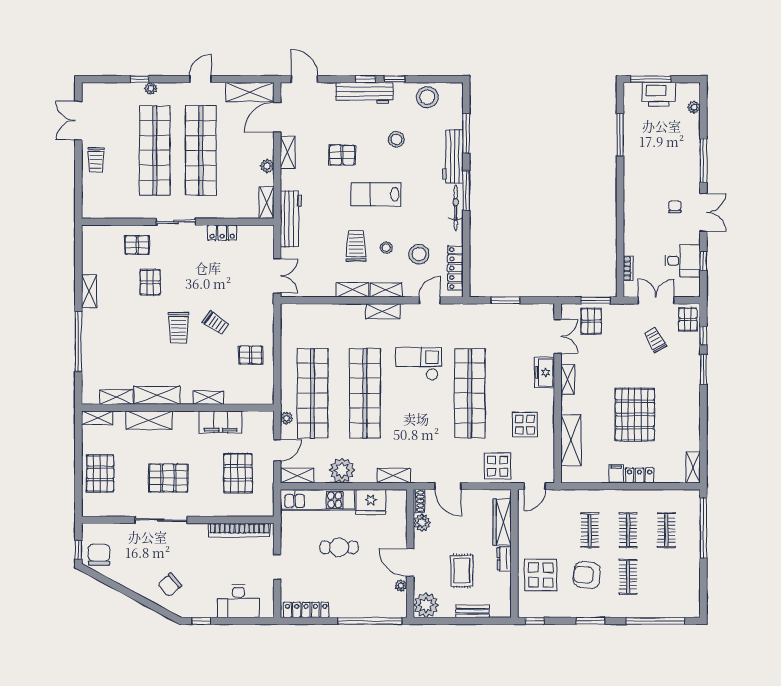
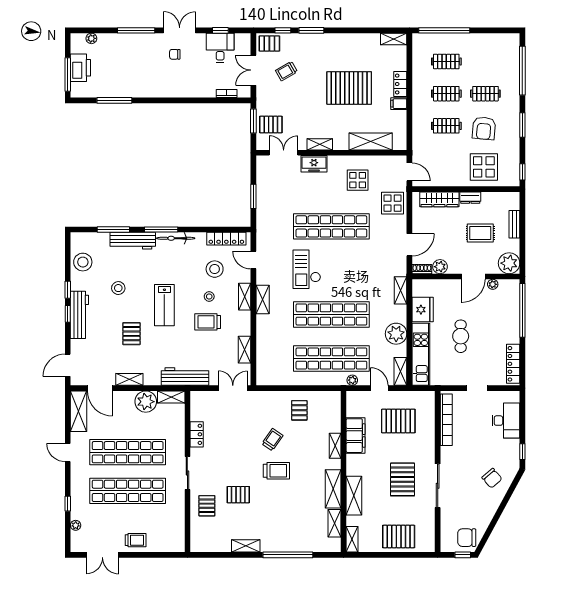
plant: (151, 88) -> (76, 525), moved
plant: (267, 166) -> (146, 402), width x1.88, depth x1.88
shelving: (353, 290) -> (245, 350), moved

